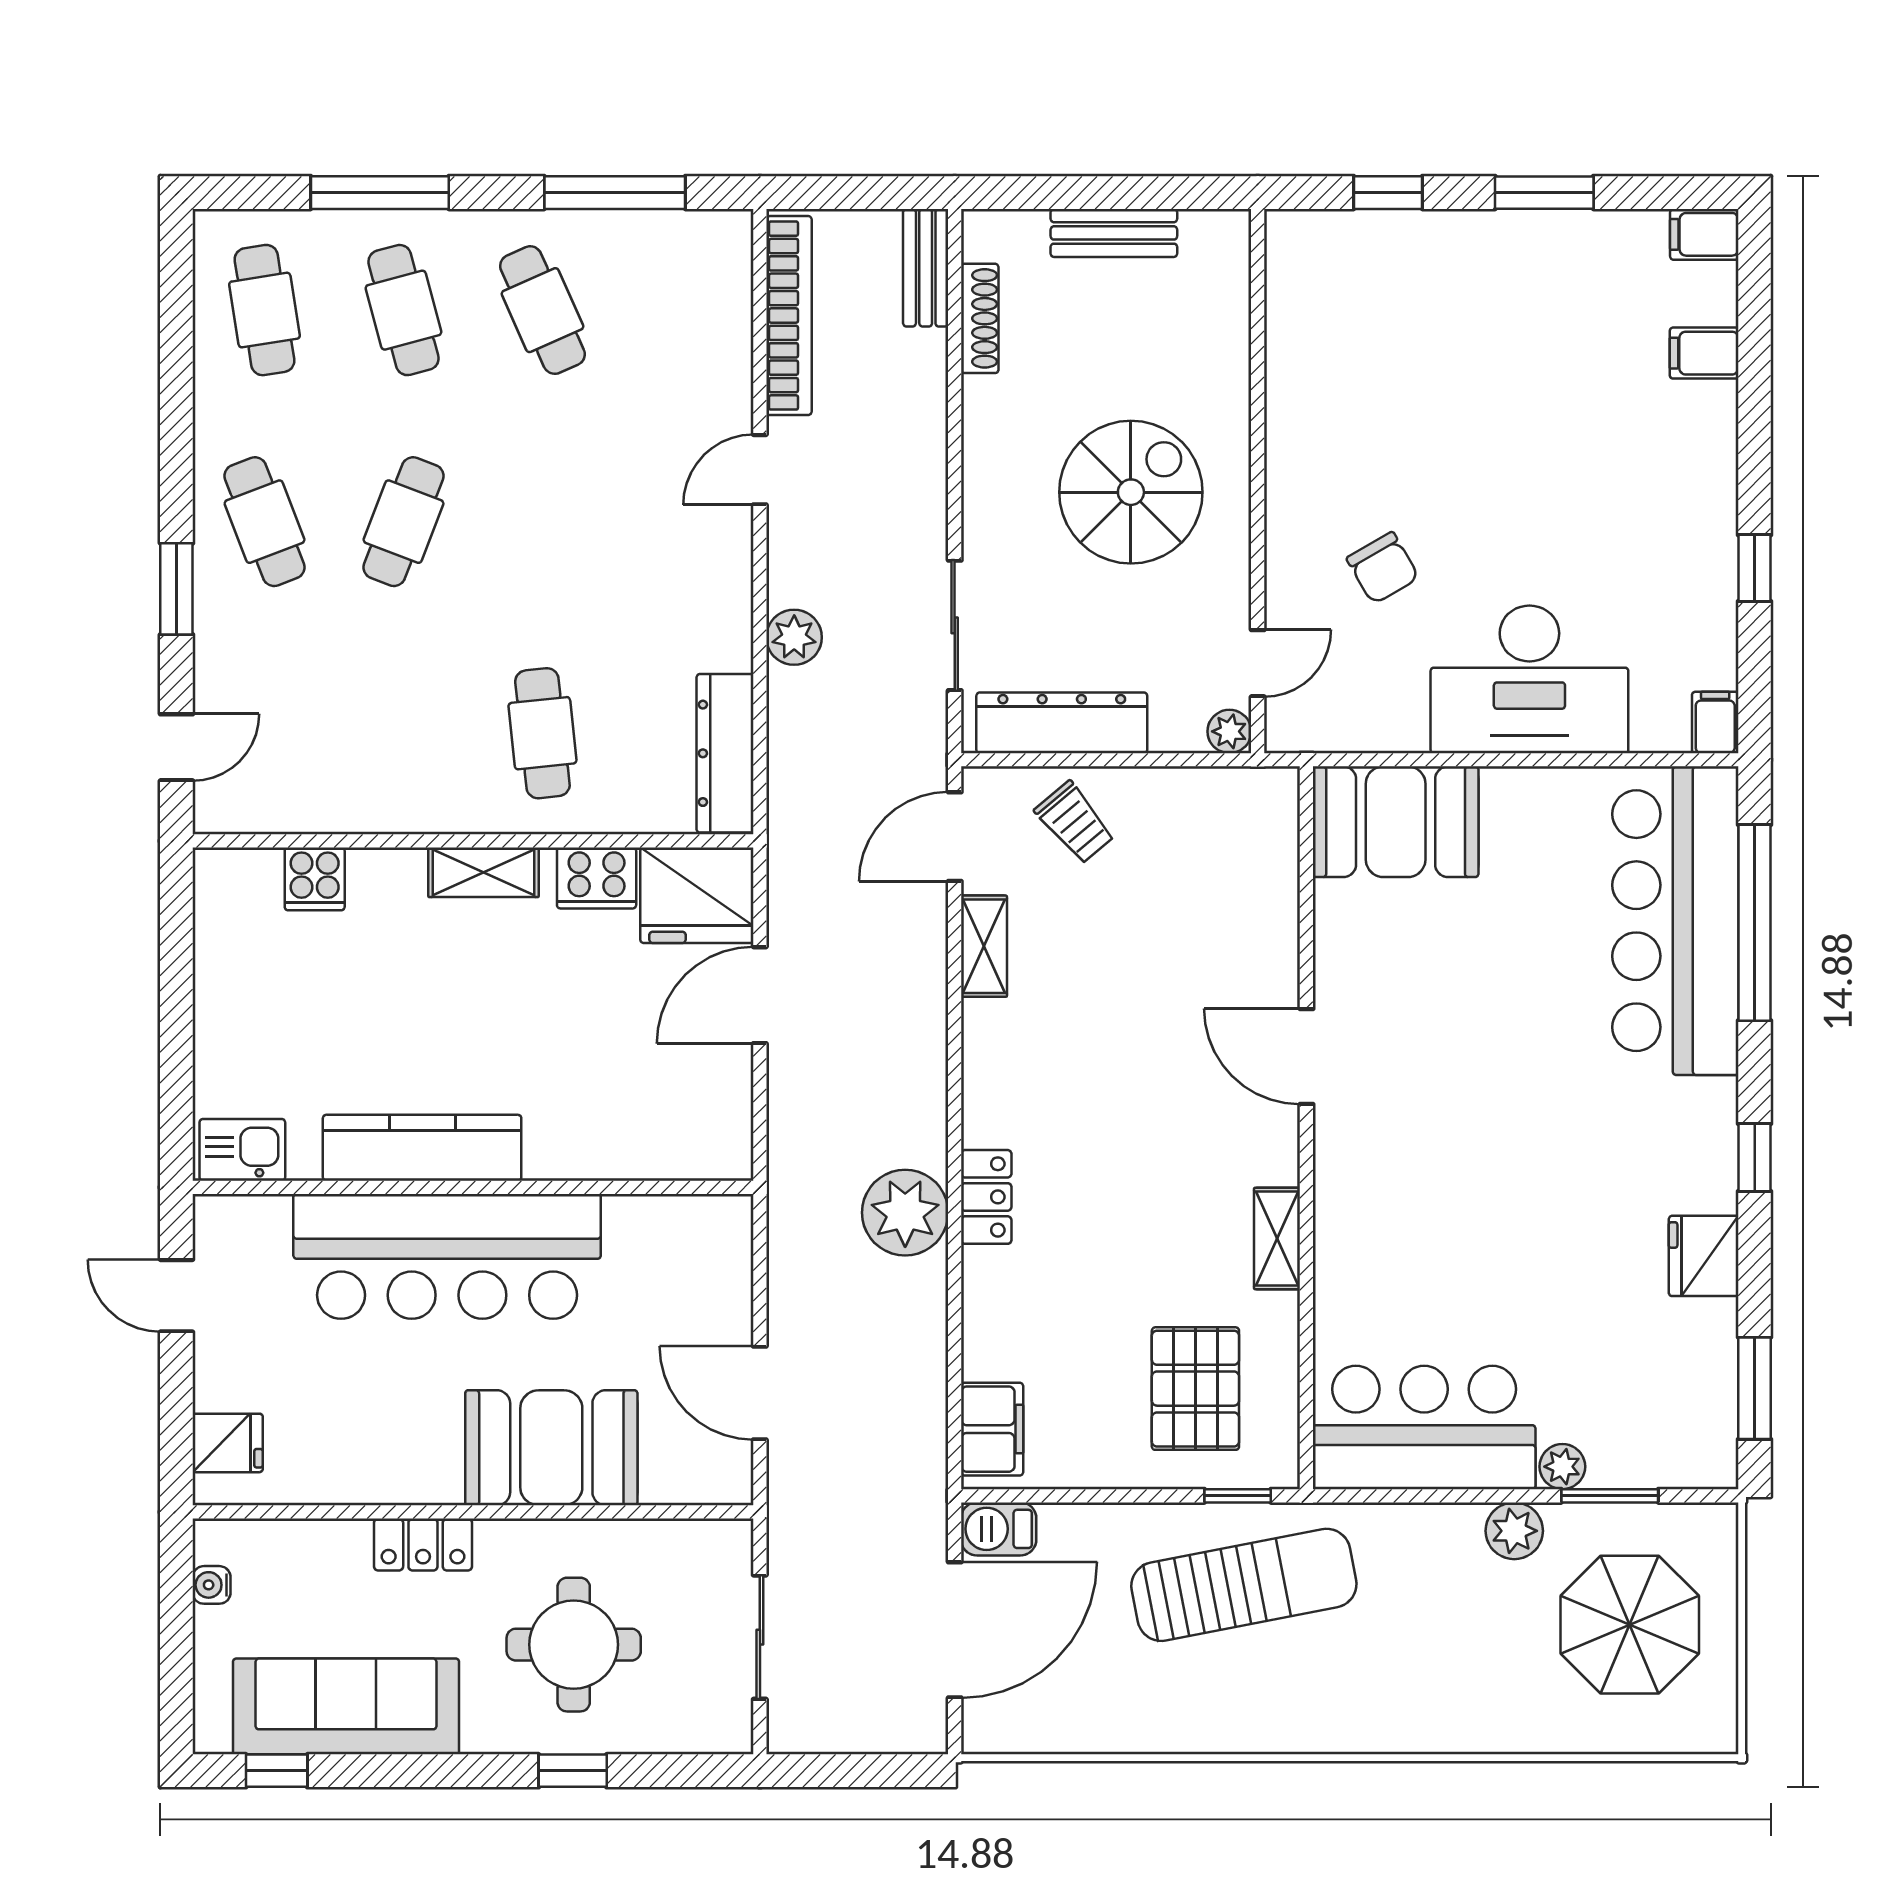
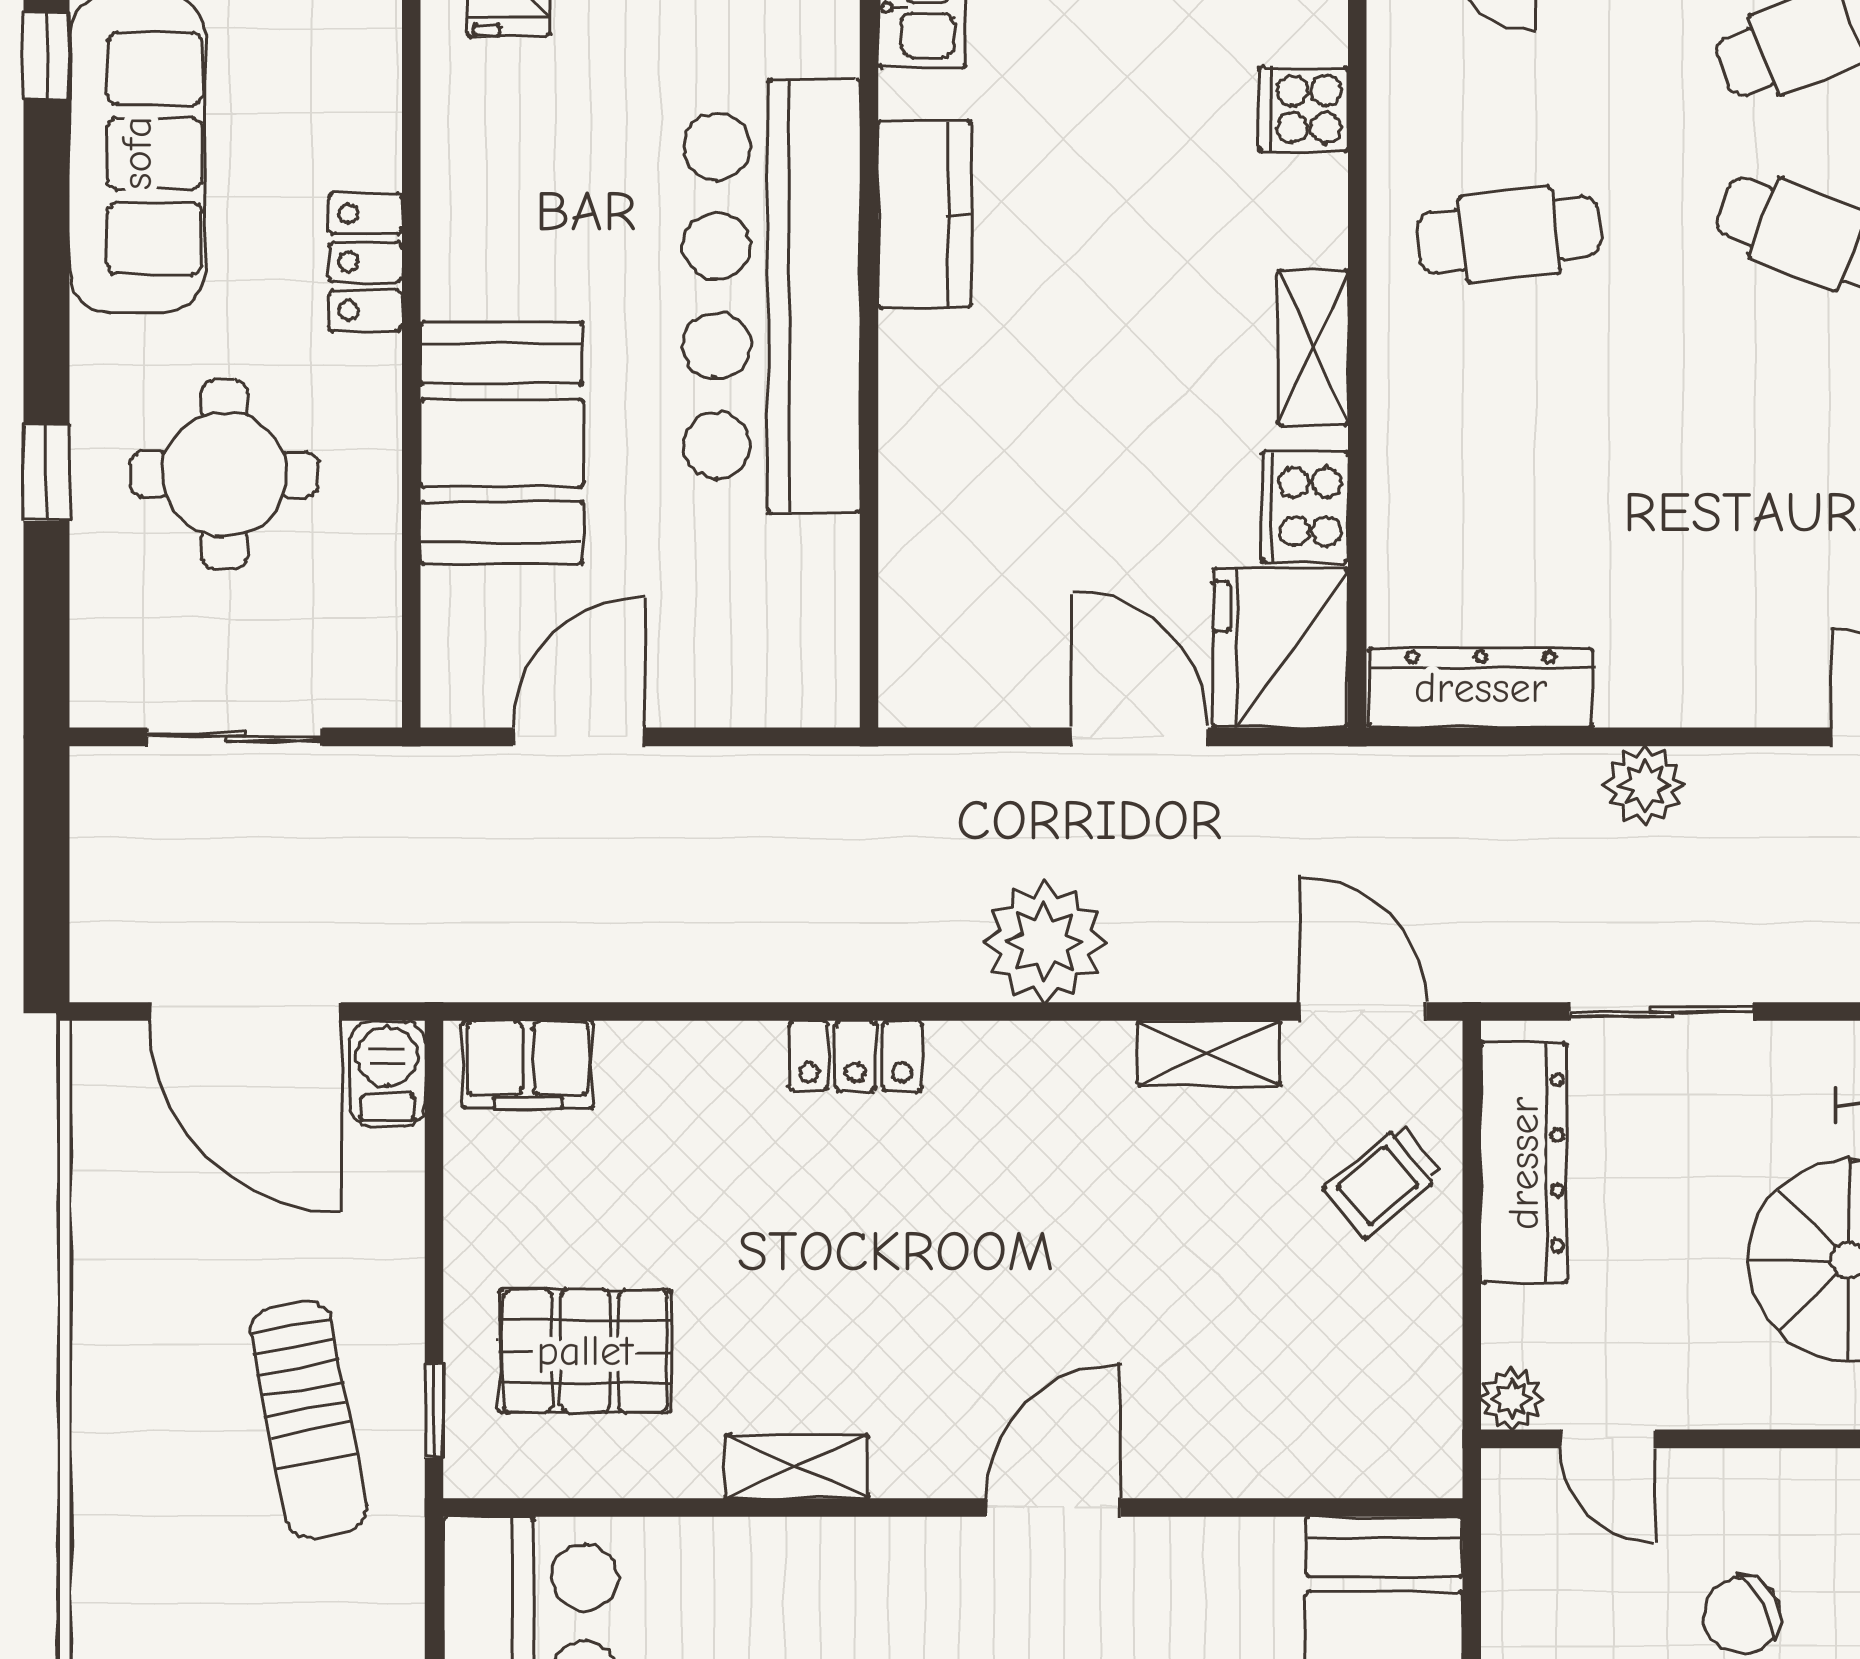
cafe table: (542, 733) -> (1509, 235), moved
kitchen counter: (422, 1148) -> (925, 214), width x0.67
plant: (905, 1213) -> (1045, 942), moved
sun lounger: (1244, 1585) -> (308, 1419), width x0.73, depth x0.75

